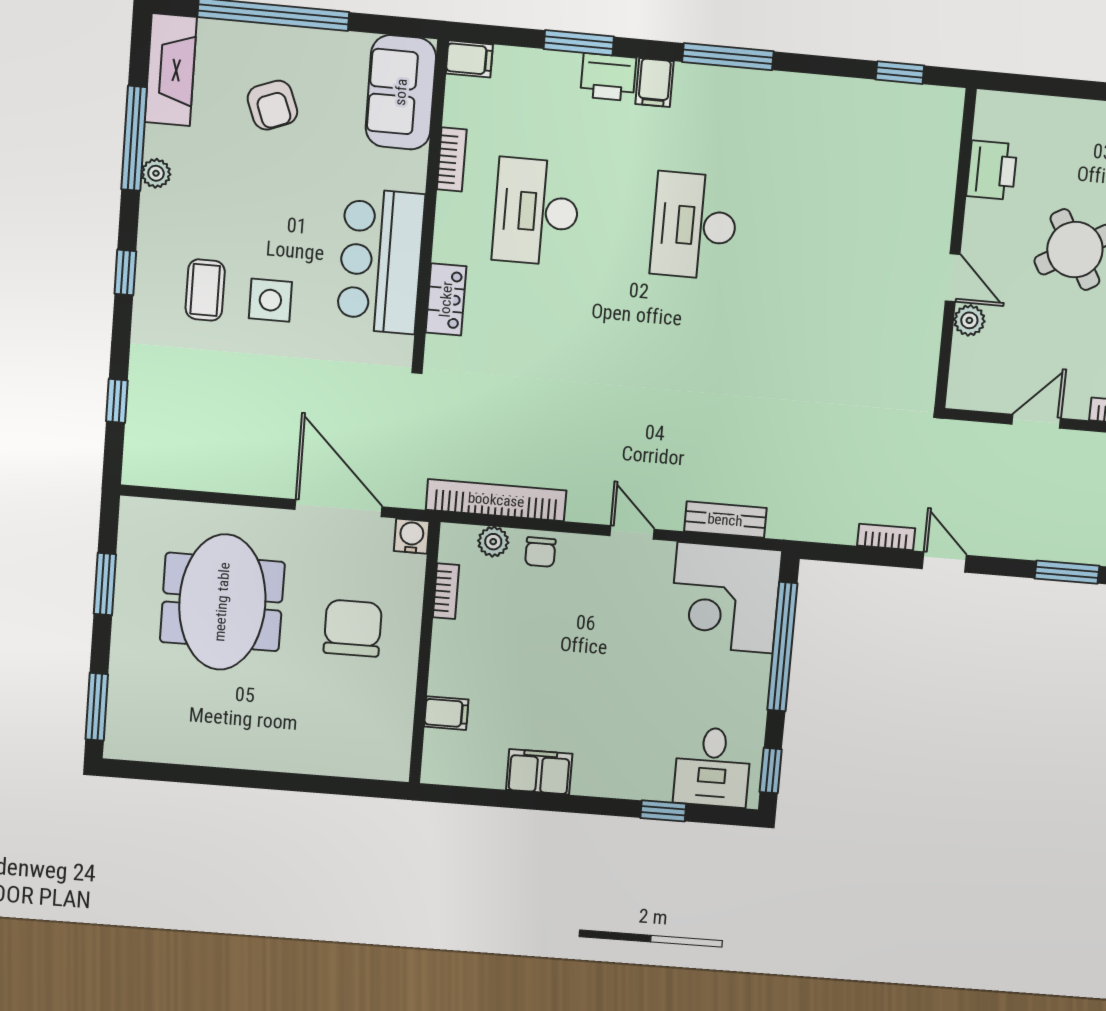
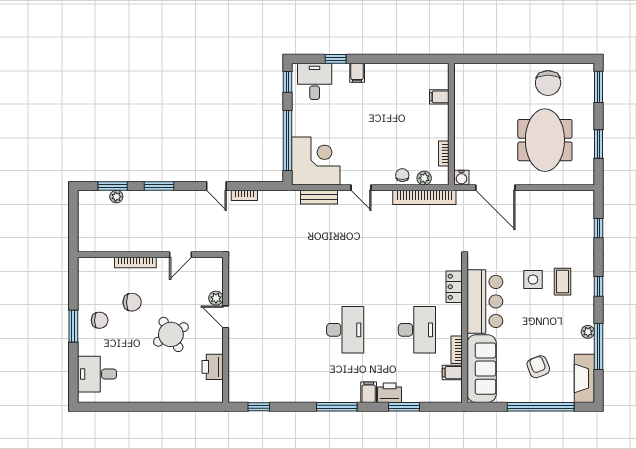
filing cabinet: (469, 59) -> (452, 373), moved
sofa: (401, 92) -> (482, 369), width x1.36
chair: (353, 628) -> (548, 83), moved
filing cabinet: (539, 772) -> (357, 73), moved, width x0.50

